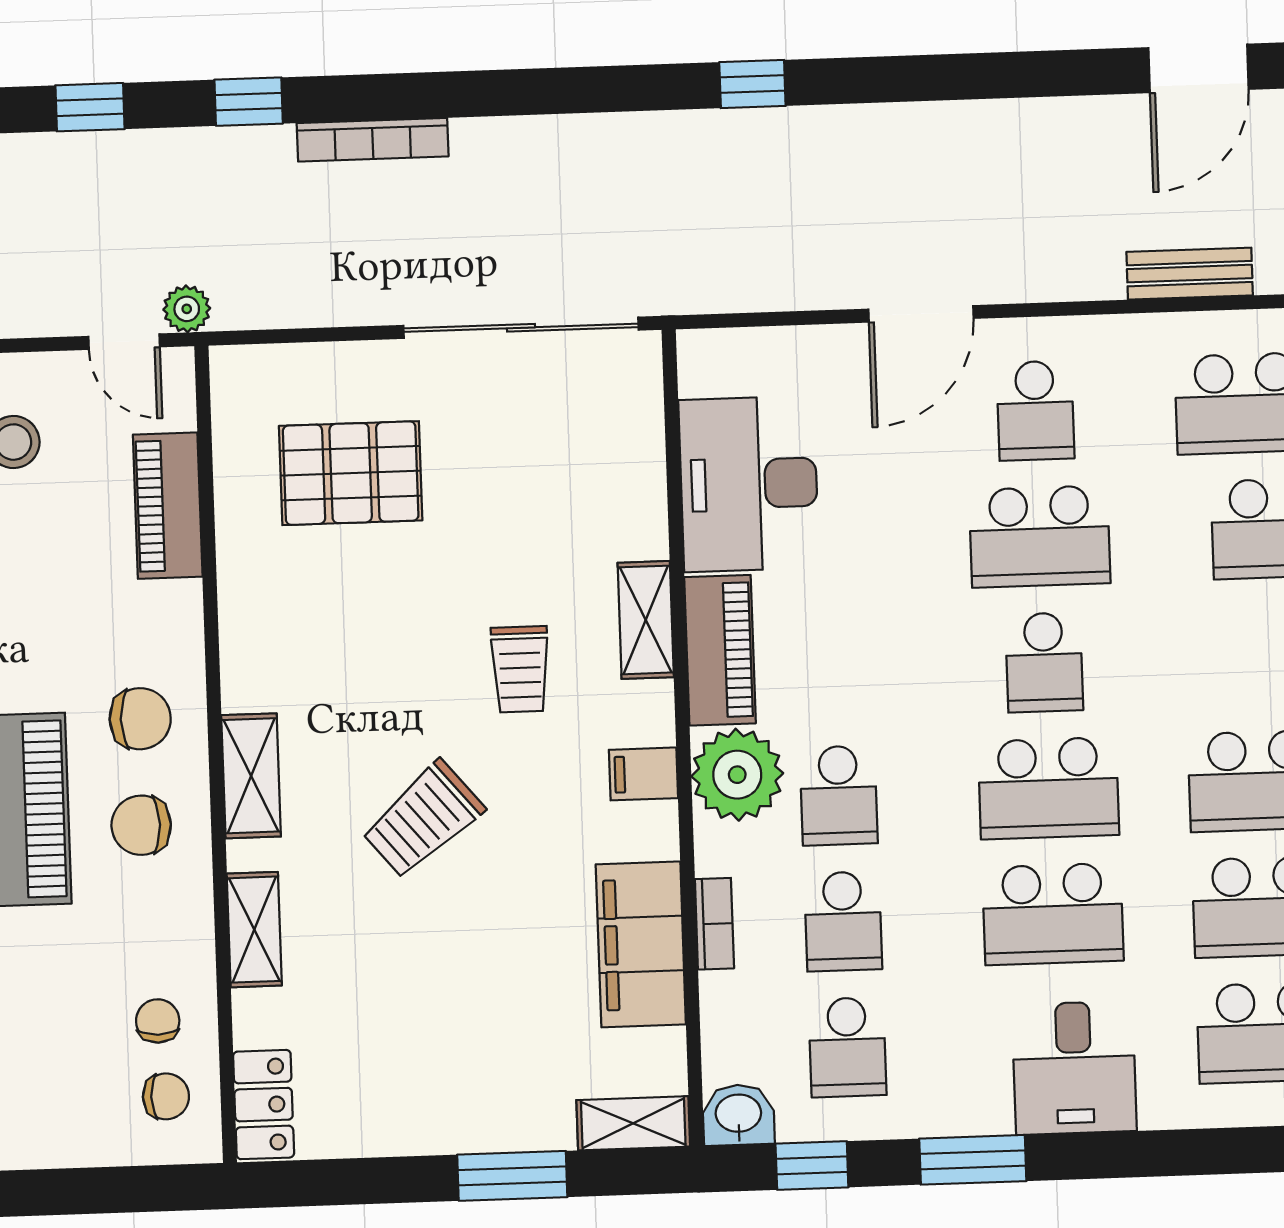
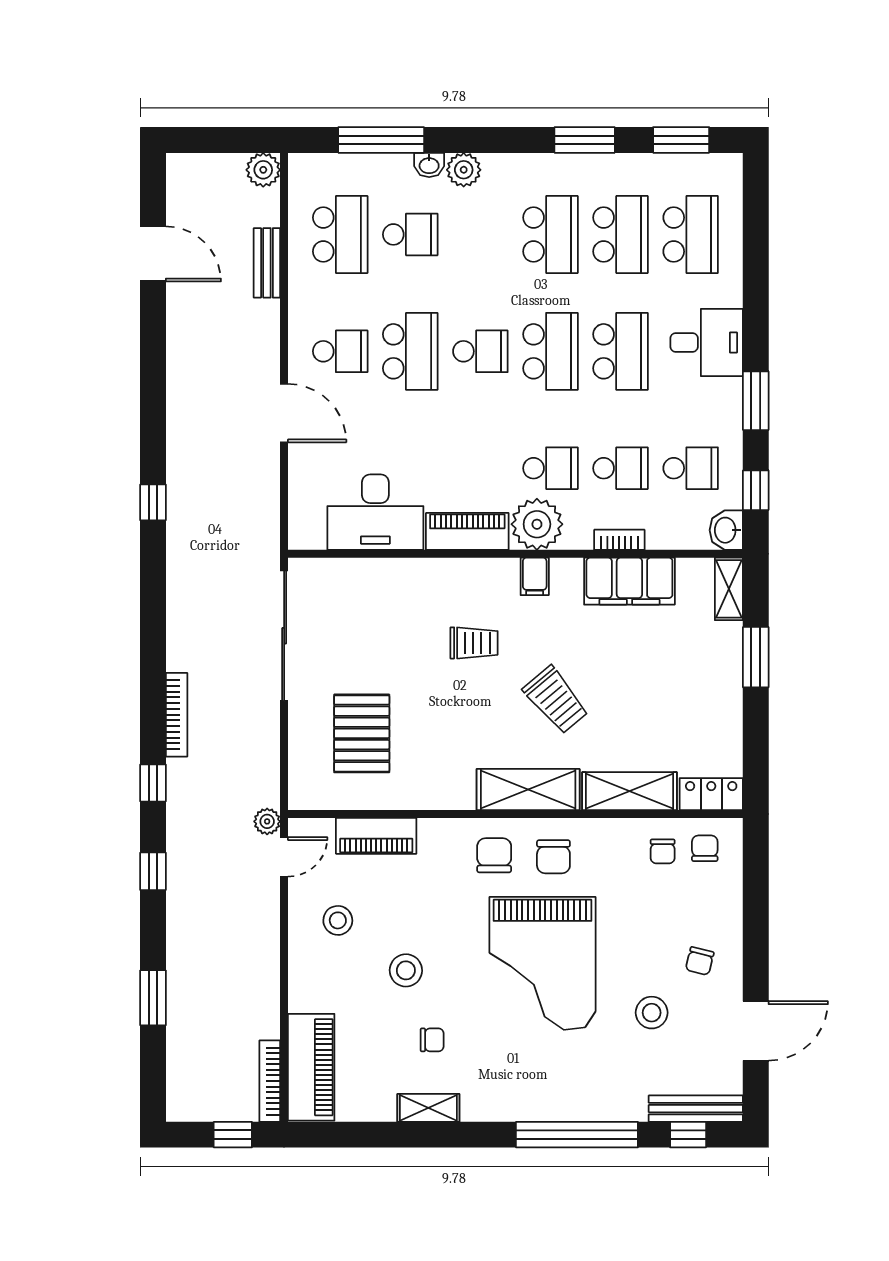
shelving: (646, 620) -> (449, 572), removed
shelving: (251, 776) -> (528, 790), width x1.50, depth x1.33
shelving: (254, 930) -> (630, 791), width x1.50, depth x1.33
chair: (158, 1021) -> (663, 851), turned -90

